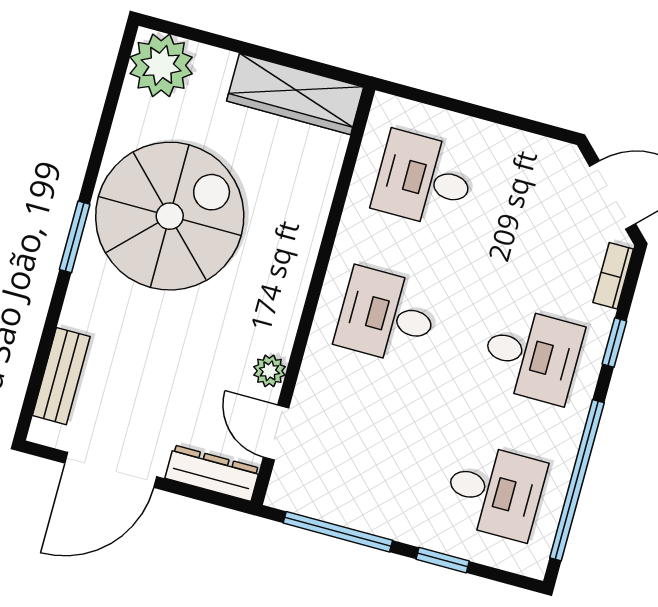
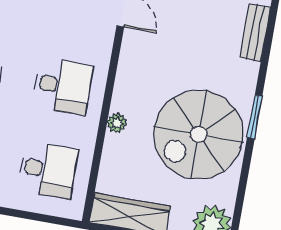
plant: (269, 371) -> (117, 123), moved

